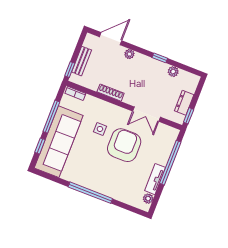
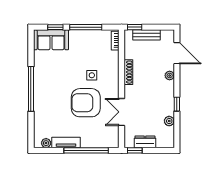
sofa: (59, 142) -> (51, 40), width x0.54, depth x0.79
armchair: (124, 145) -> (86, 103), turned 180

